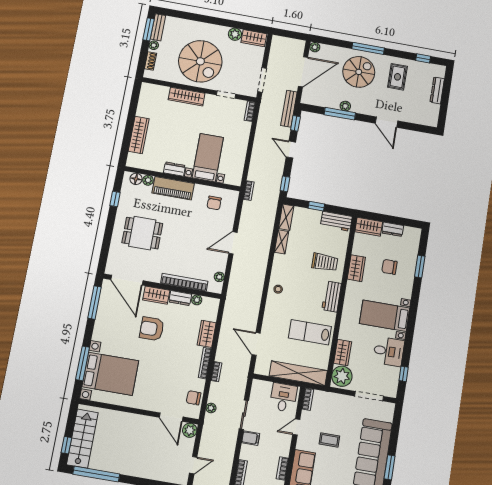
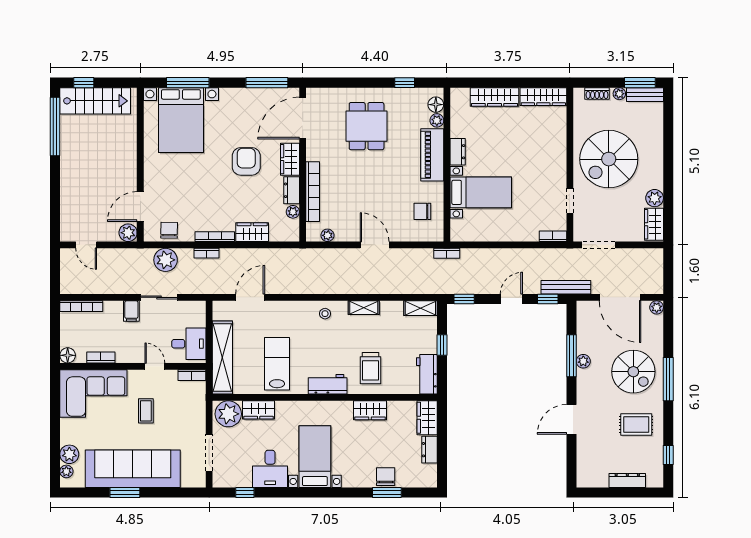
wardrobe: (187, 97) -> (543, 97), moved, turned -90
shelving: (282, 242) -> (364, 308), moved
chair: (389, 267) -> (386, 477), moved
plant: (211, 408) -> (166, 260), width x1.87, depth x1.87

